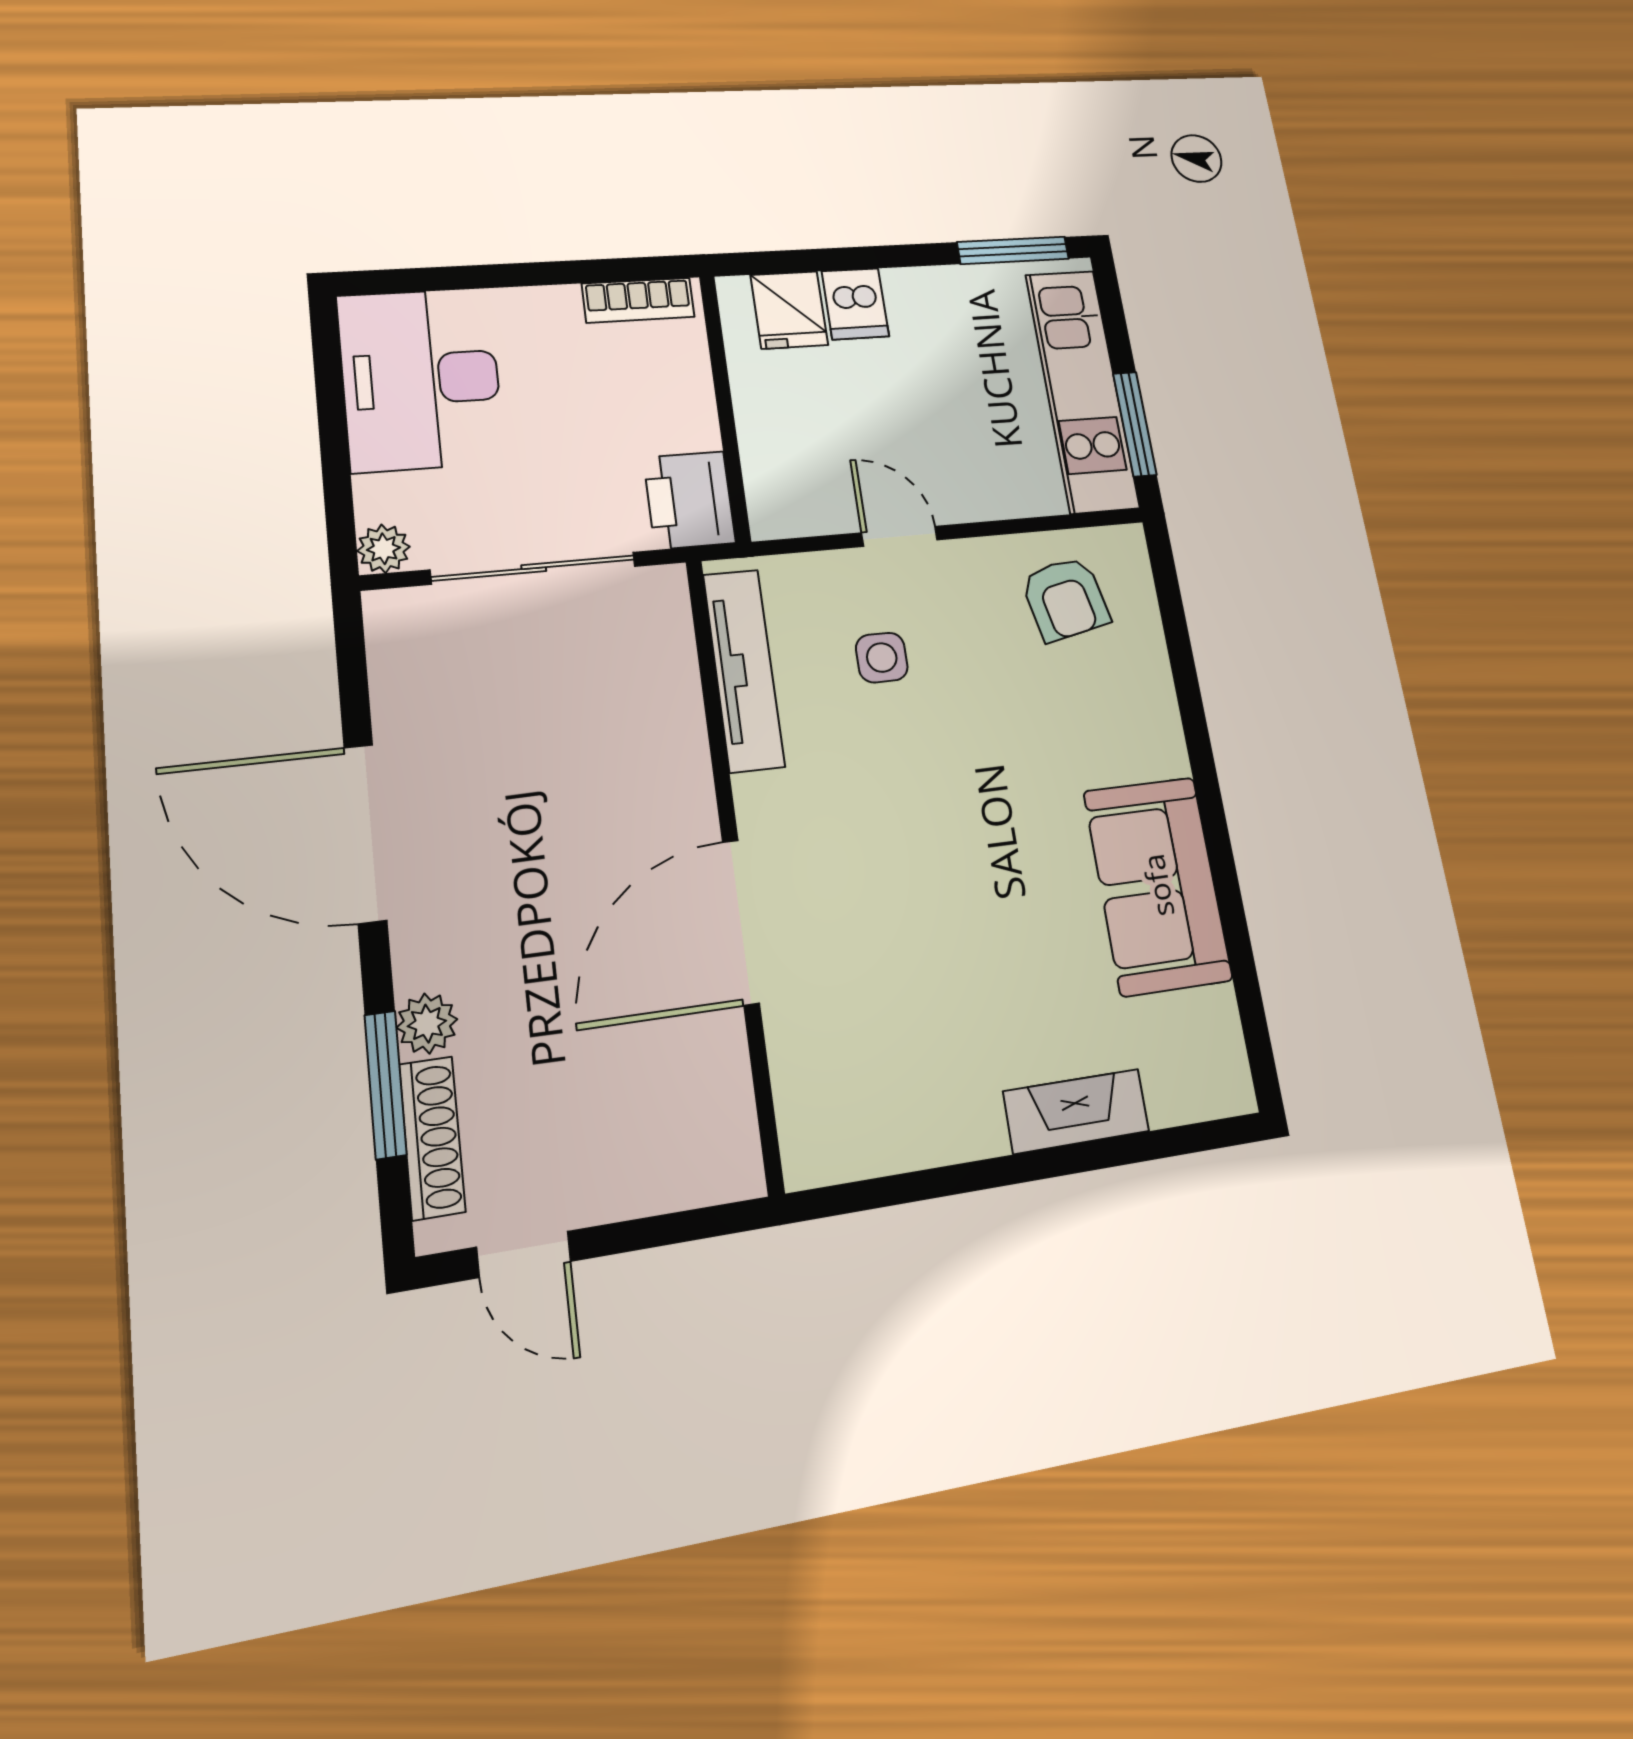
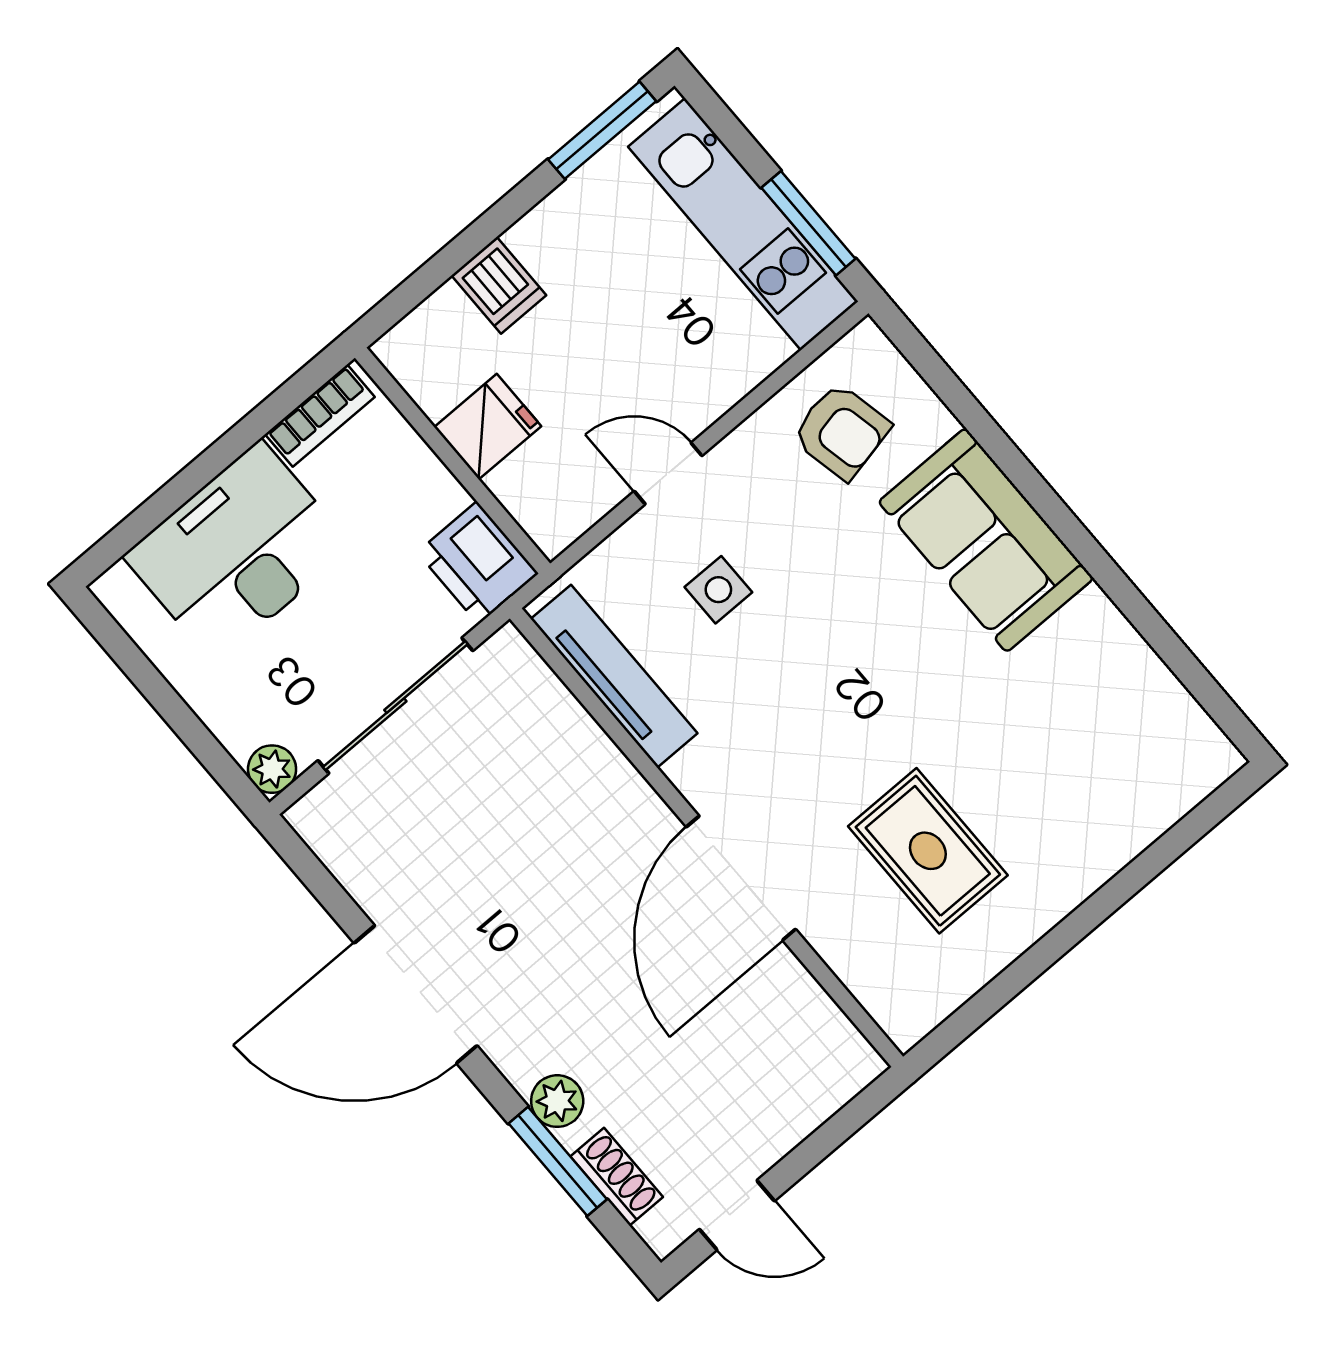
fridge: (789, 310) -> (488, 427), moved, turned -90
desk: (421, 379) -> (238, 552), moved, turned 90
sofa: (1158, 885) -> (986, 540), moved
rug: (926, 1008) -> (928, 851), added
fireplace: (1076, 1111) -> (1097, 855), removed
shoe rack: (432, 1138) -> (617, 1177), width x0.70

